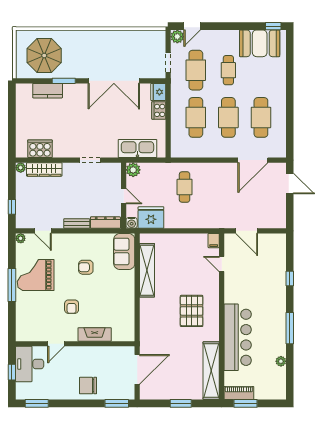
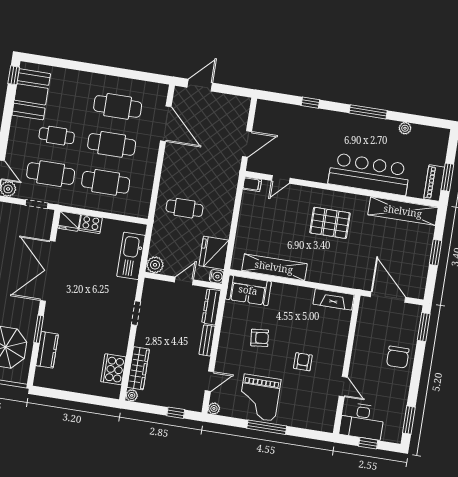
double door: (114, 81) -> (48, 271), swing flipped
armchair: (86, 267) -> (260, 338), turned -96
armchair: (72, 307) -> (303, 362), turned -90
fireplace: (95, 334) -> (333, 299), moved, turned -90

